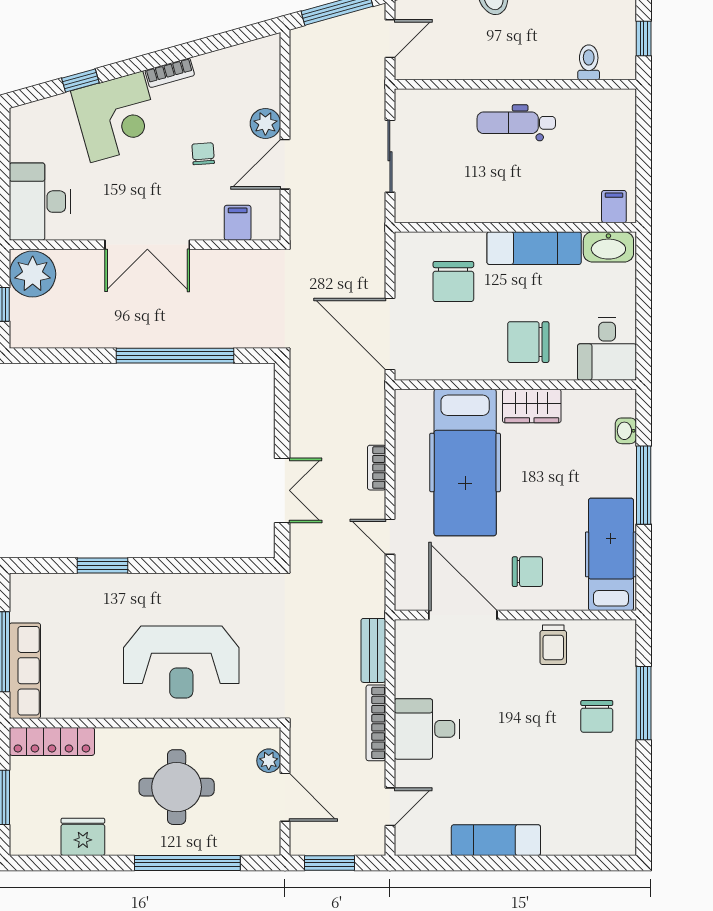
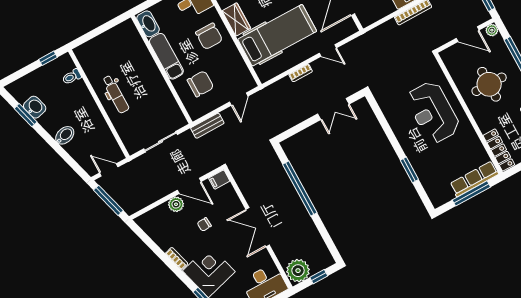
filing cabinet: (614, 207) -> (129, 31), removed
filing cabinet: (238, 223) -> (219, 180), moved
double door: (147, 245) -> (258, 227), swing flipped
door: (390, 334) -> (239, 99), width x0.53
double door: (282, 490) -> (333, 109), swing flipped
door: (390, 537) -> (328, 50), hinge flipped
bench: (373, 650) -> (207, 126), moved
reception desk: (181, 662) -> (433, 112), turned 180
plant: (269, 761) -> (492, 30), moved
door: (285, 797) -> (468, 34), swing flipped

